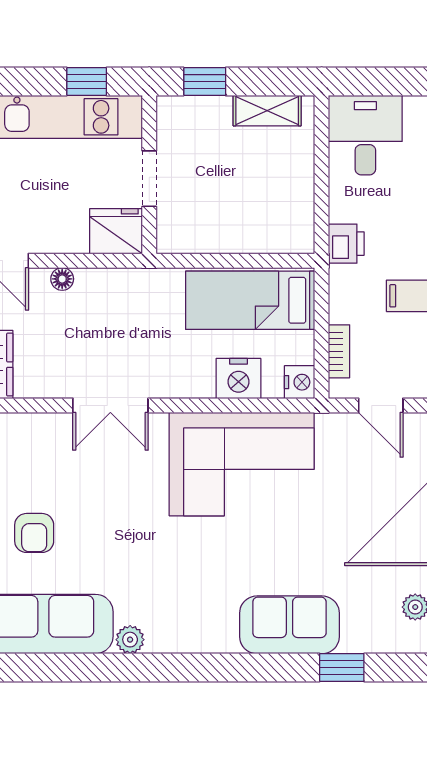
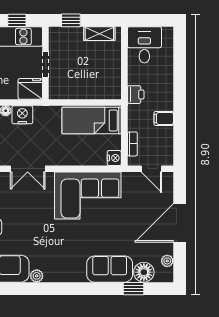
nightstand: (238, 379) -> (22, 115), moved, turned 180
floor lamp: (364, 632) -> (144, 272), added

